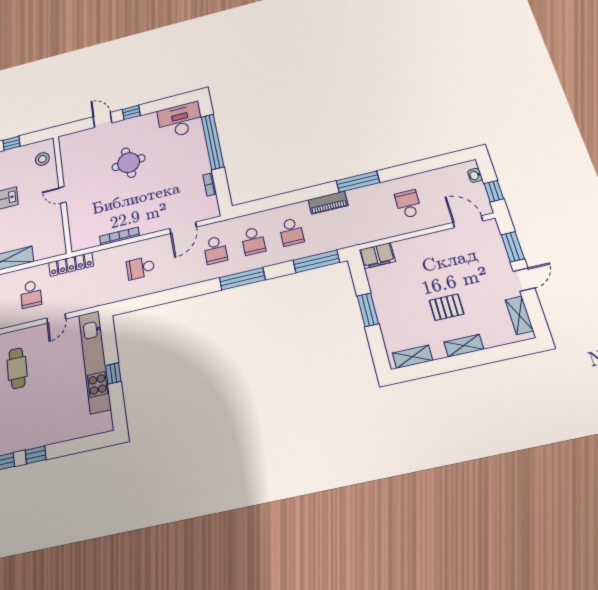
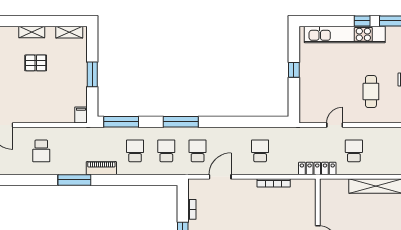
filing cabinet: (377, 256) -> (81, 115), width x0.50
school desk: (141, 268) -> (260, 151), turned -90
kitchen unit: (95, 361) -> (345, 34), moved, turned 90

